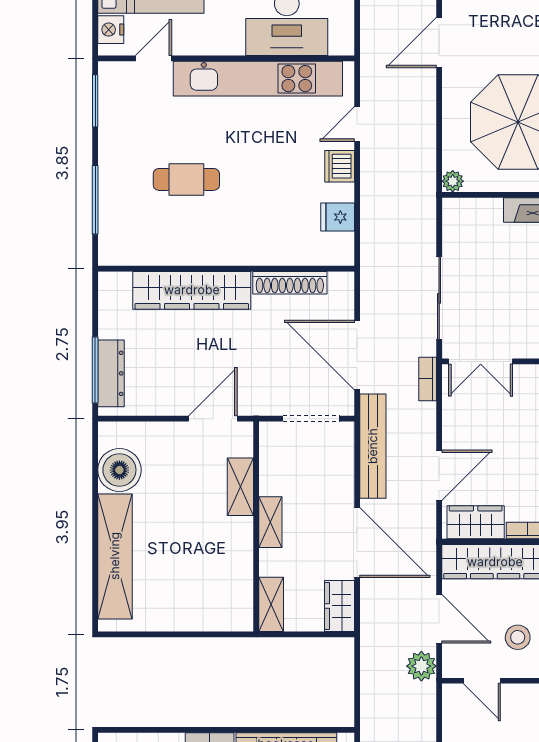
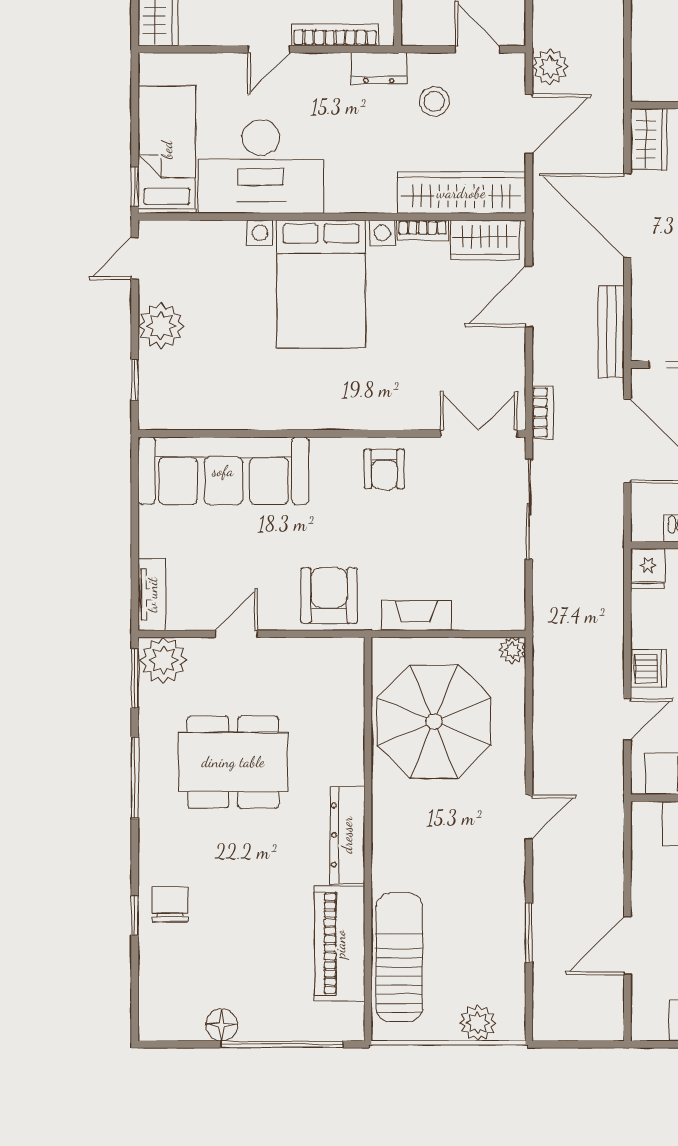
door: (439, 43) -> (529, 817), width x0.73
fridge: (338, 217) -> (648, 569), moved, turned 90
bench: (373, 446) -> (611, 332), width x0.73, depth x0.82
door: (439, 619) -> (529, 124), swing flipped

